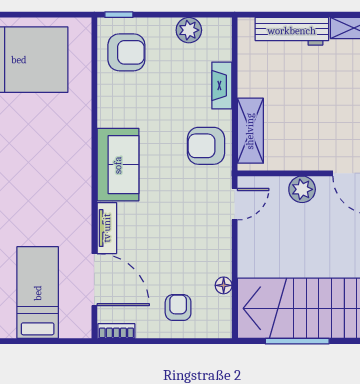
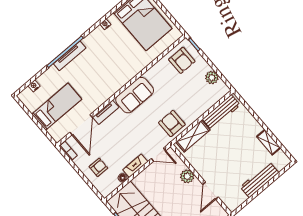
workbench: (292, 31) -> (221, 112), moved, turned -90
fireplace: (222, 85) -> (135, 166), moved

